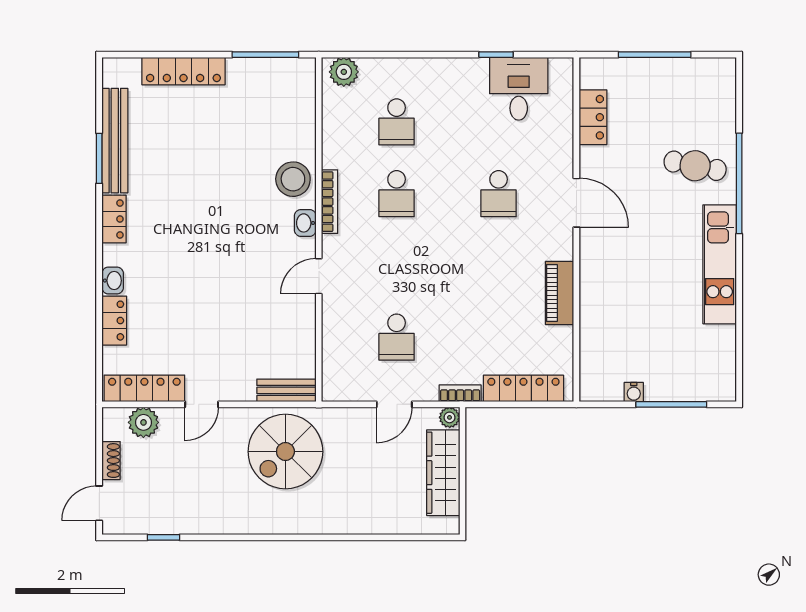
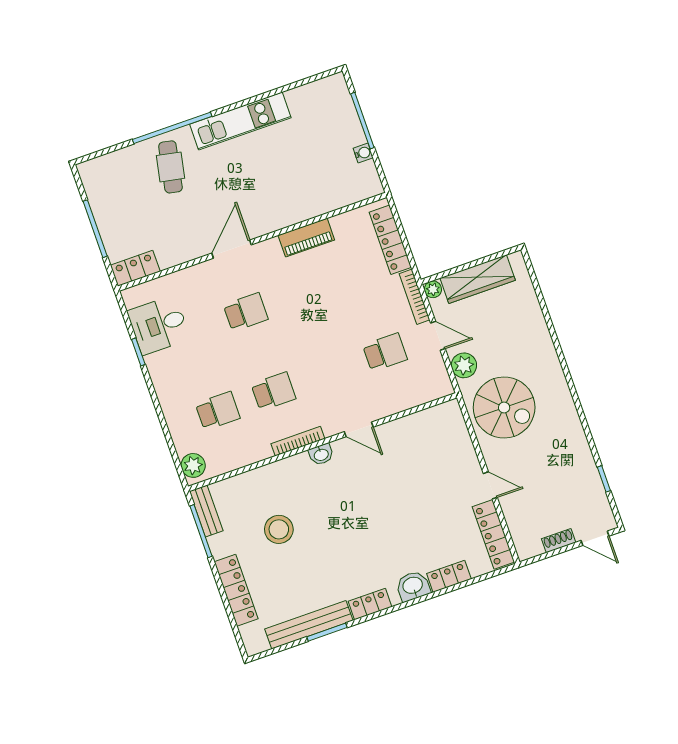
locker: (593, 117) -> (135, 268), moved
stool: (293, 179) -> (279, 529), moved
washbasin: (113, 281) -> (413, 586), width x1.38, depth x1.45
bench: (286, 390) -> (206, 511), moved
bookcase: (460, 393) -> (415, 297), width x1.56
plant: (143, 422) -> (464, 365), moved

